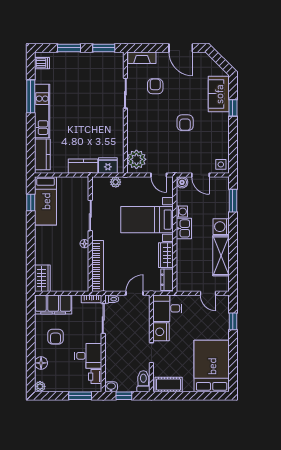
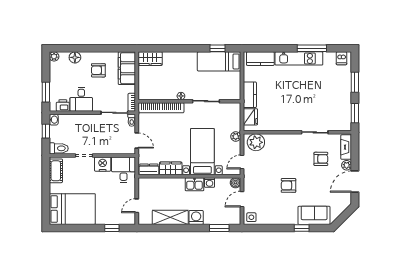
plant: (162, 57) -> (347, 165), added
plant: (116, 182) -> (236, 136), moved

